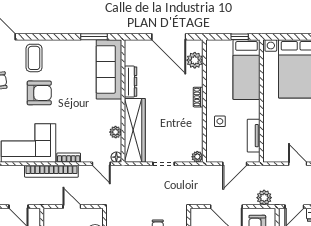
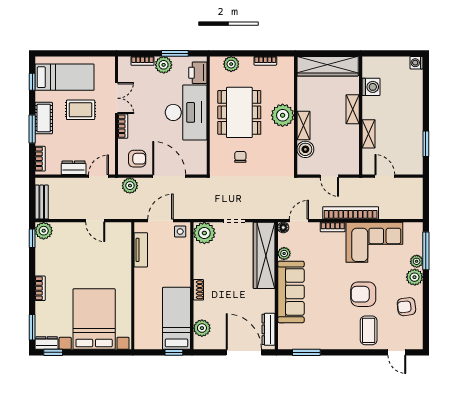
door: (169, 37) -> (244, 352), moved
window: (240, 37) -> (174, 352), moved
sofa: (109, 69) -> (291, 292), moved
bed: (247, 70) -> (177, 318), moved
dresser: (131, 82) -> (269, 329), moved
side table: (220, 121) -> (180, 232), moved
plant: (197, 157) -> (204, 233), width x1.88, depth x1.88
door: (101, 164) -> (299, 221), hinge flipped

